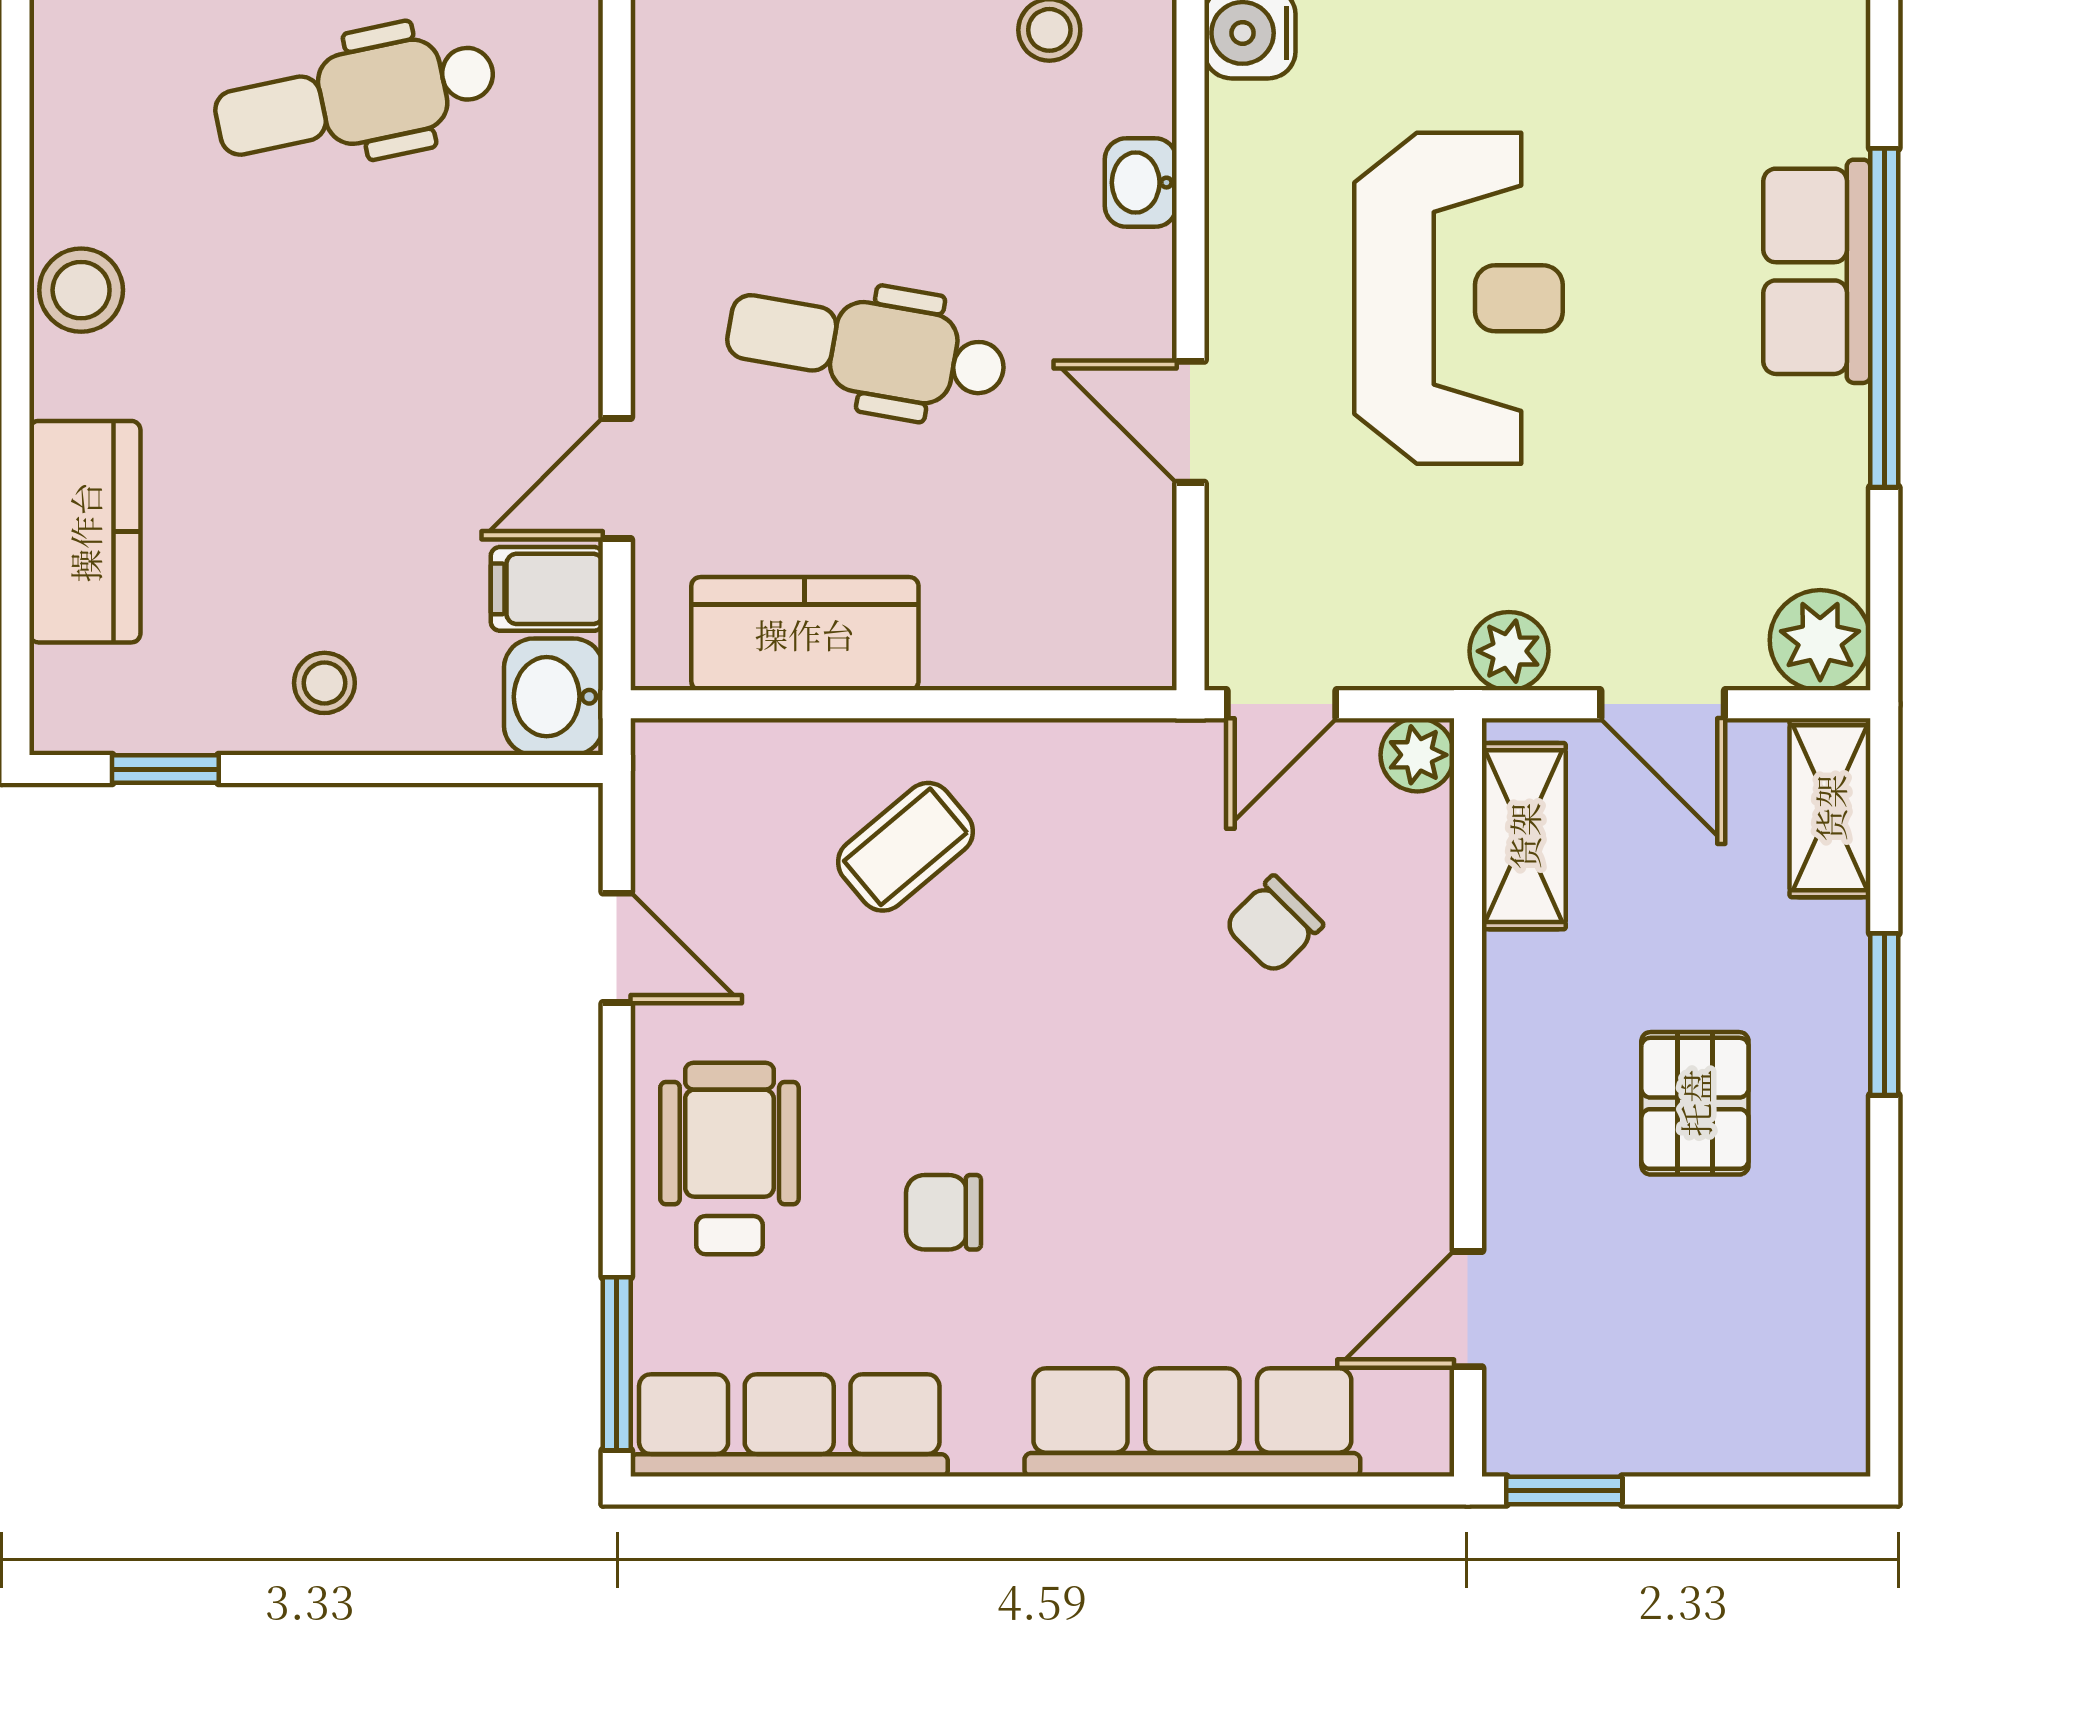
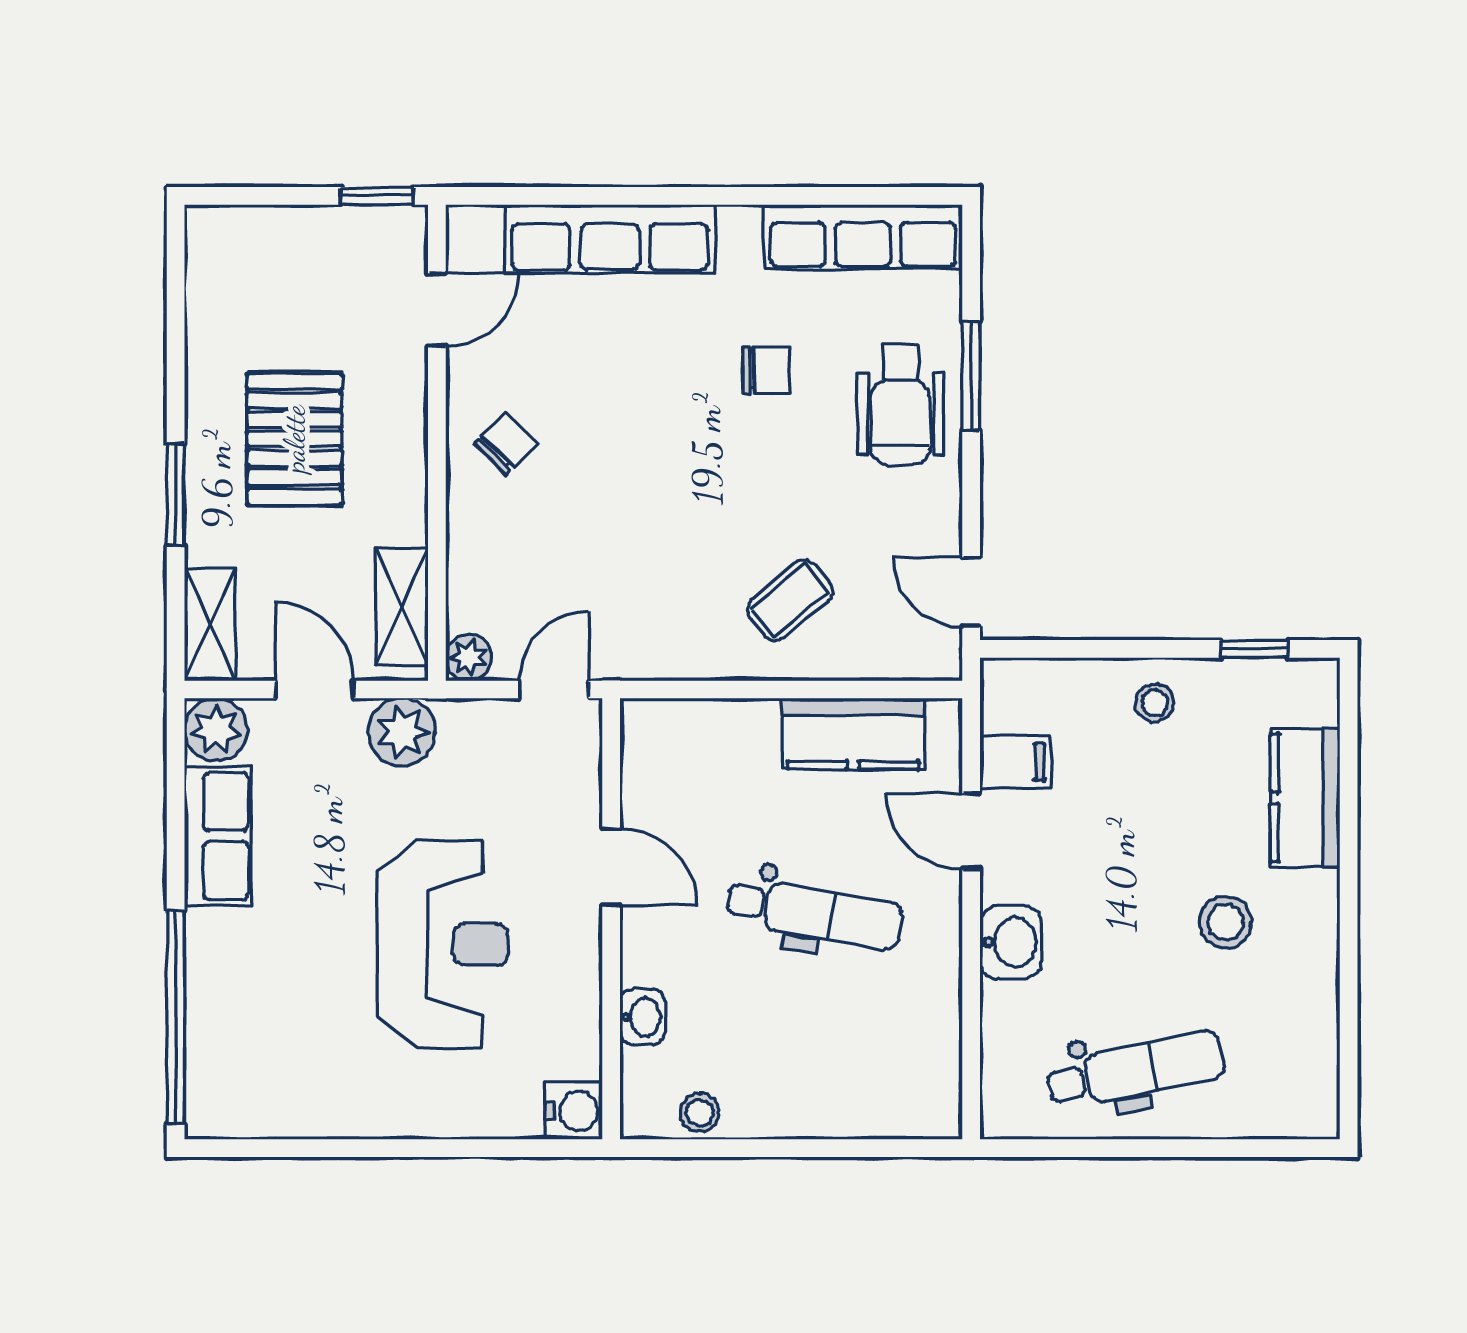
row of seats: (1817, 271) -> (218, 836), moved
stool: (81, 290) -> (1226, 922), moved
reception desk: (1459, 298) -> (443, 944), turned 180
window: (1884, 318) -> (176, 1018), moved
door: (617, 479) -> (971, 831), swing flipped
plant: (1509, 651) -> (402, 732), width x1.38, depth x1.38
washbasin: (554, 697) -> (1011, 942), moved
chair: (1274, 925) -> (506, 443), moved
door: (617, 948) -> (971, 592), moved
pallet: (1695, 1103) -> (294, 439), width x1.50, depth x1.42
window: (617, 1364) -> (971, 376), moved

